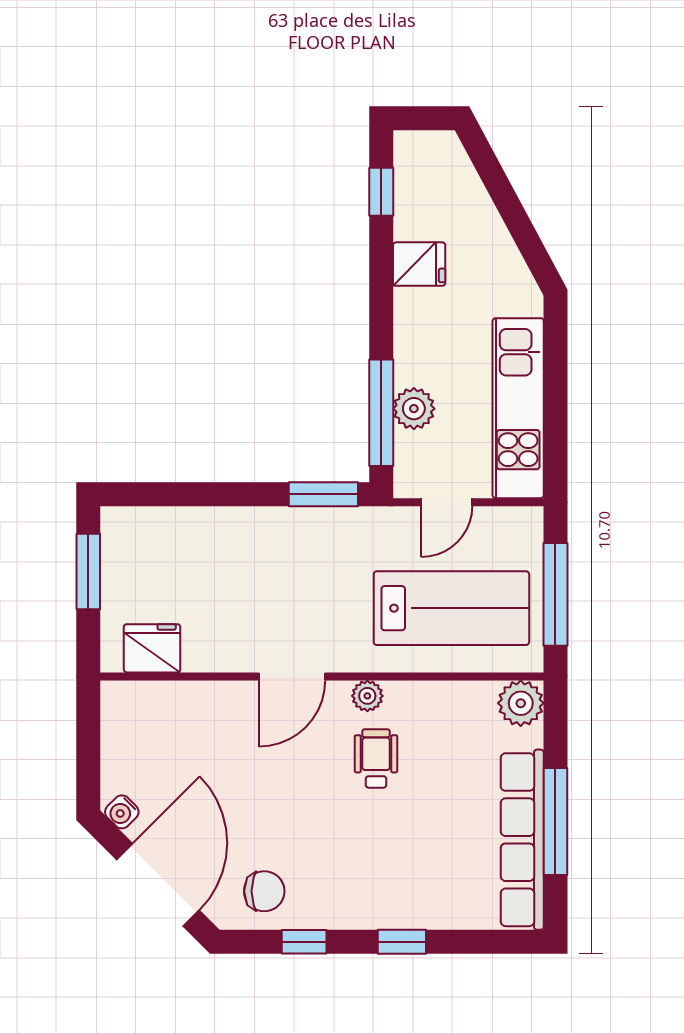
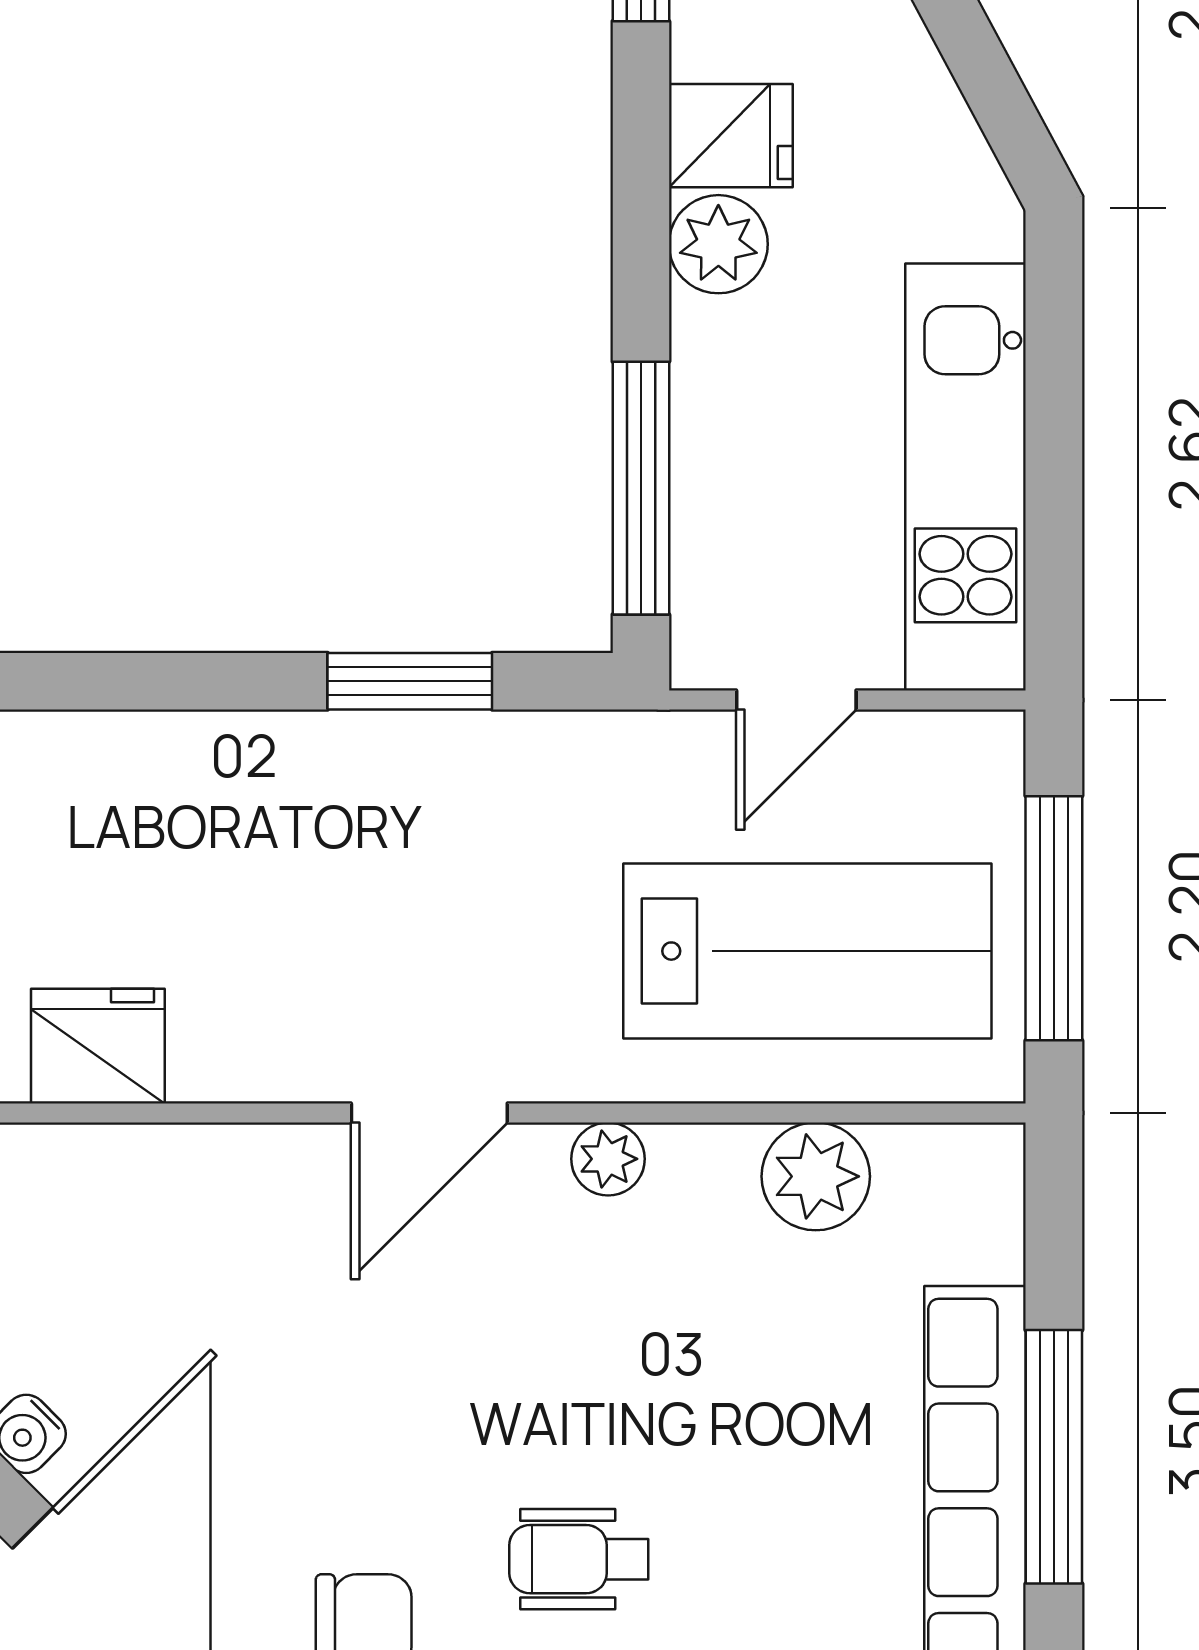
plant: (414, 409) -> (718, 244), moved
window: (323, 494) -> (410, 681), moved
plant: (521, 703) -> (816, 1176), moved
wheelchair: (376, 758) -> (579, 1559), moved, turned -90

